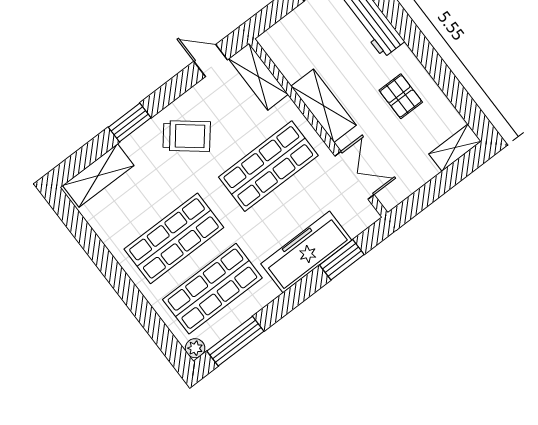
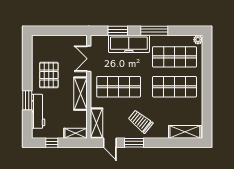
window: (405, 26) -> (27, 100), added
pallet: (401, 96) -> (49, 75), width x1.50, depth x1.42
window: (130, 123) -> (134, 143), moved
shelving: (455, 148) -> (76, 133), moved
window: (235, 341) -> (154, 31), moved

